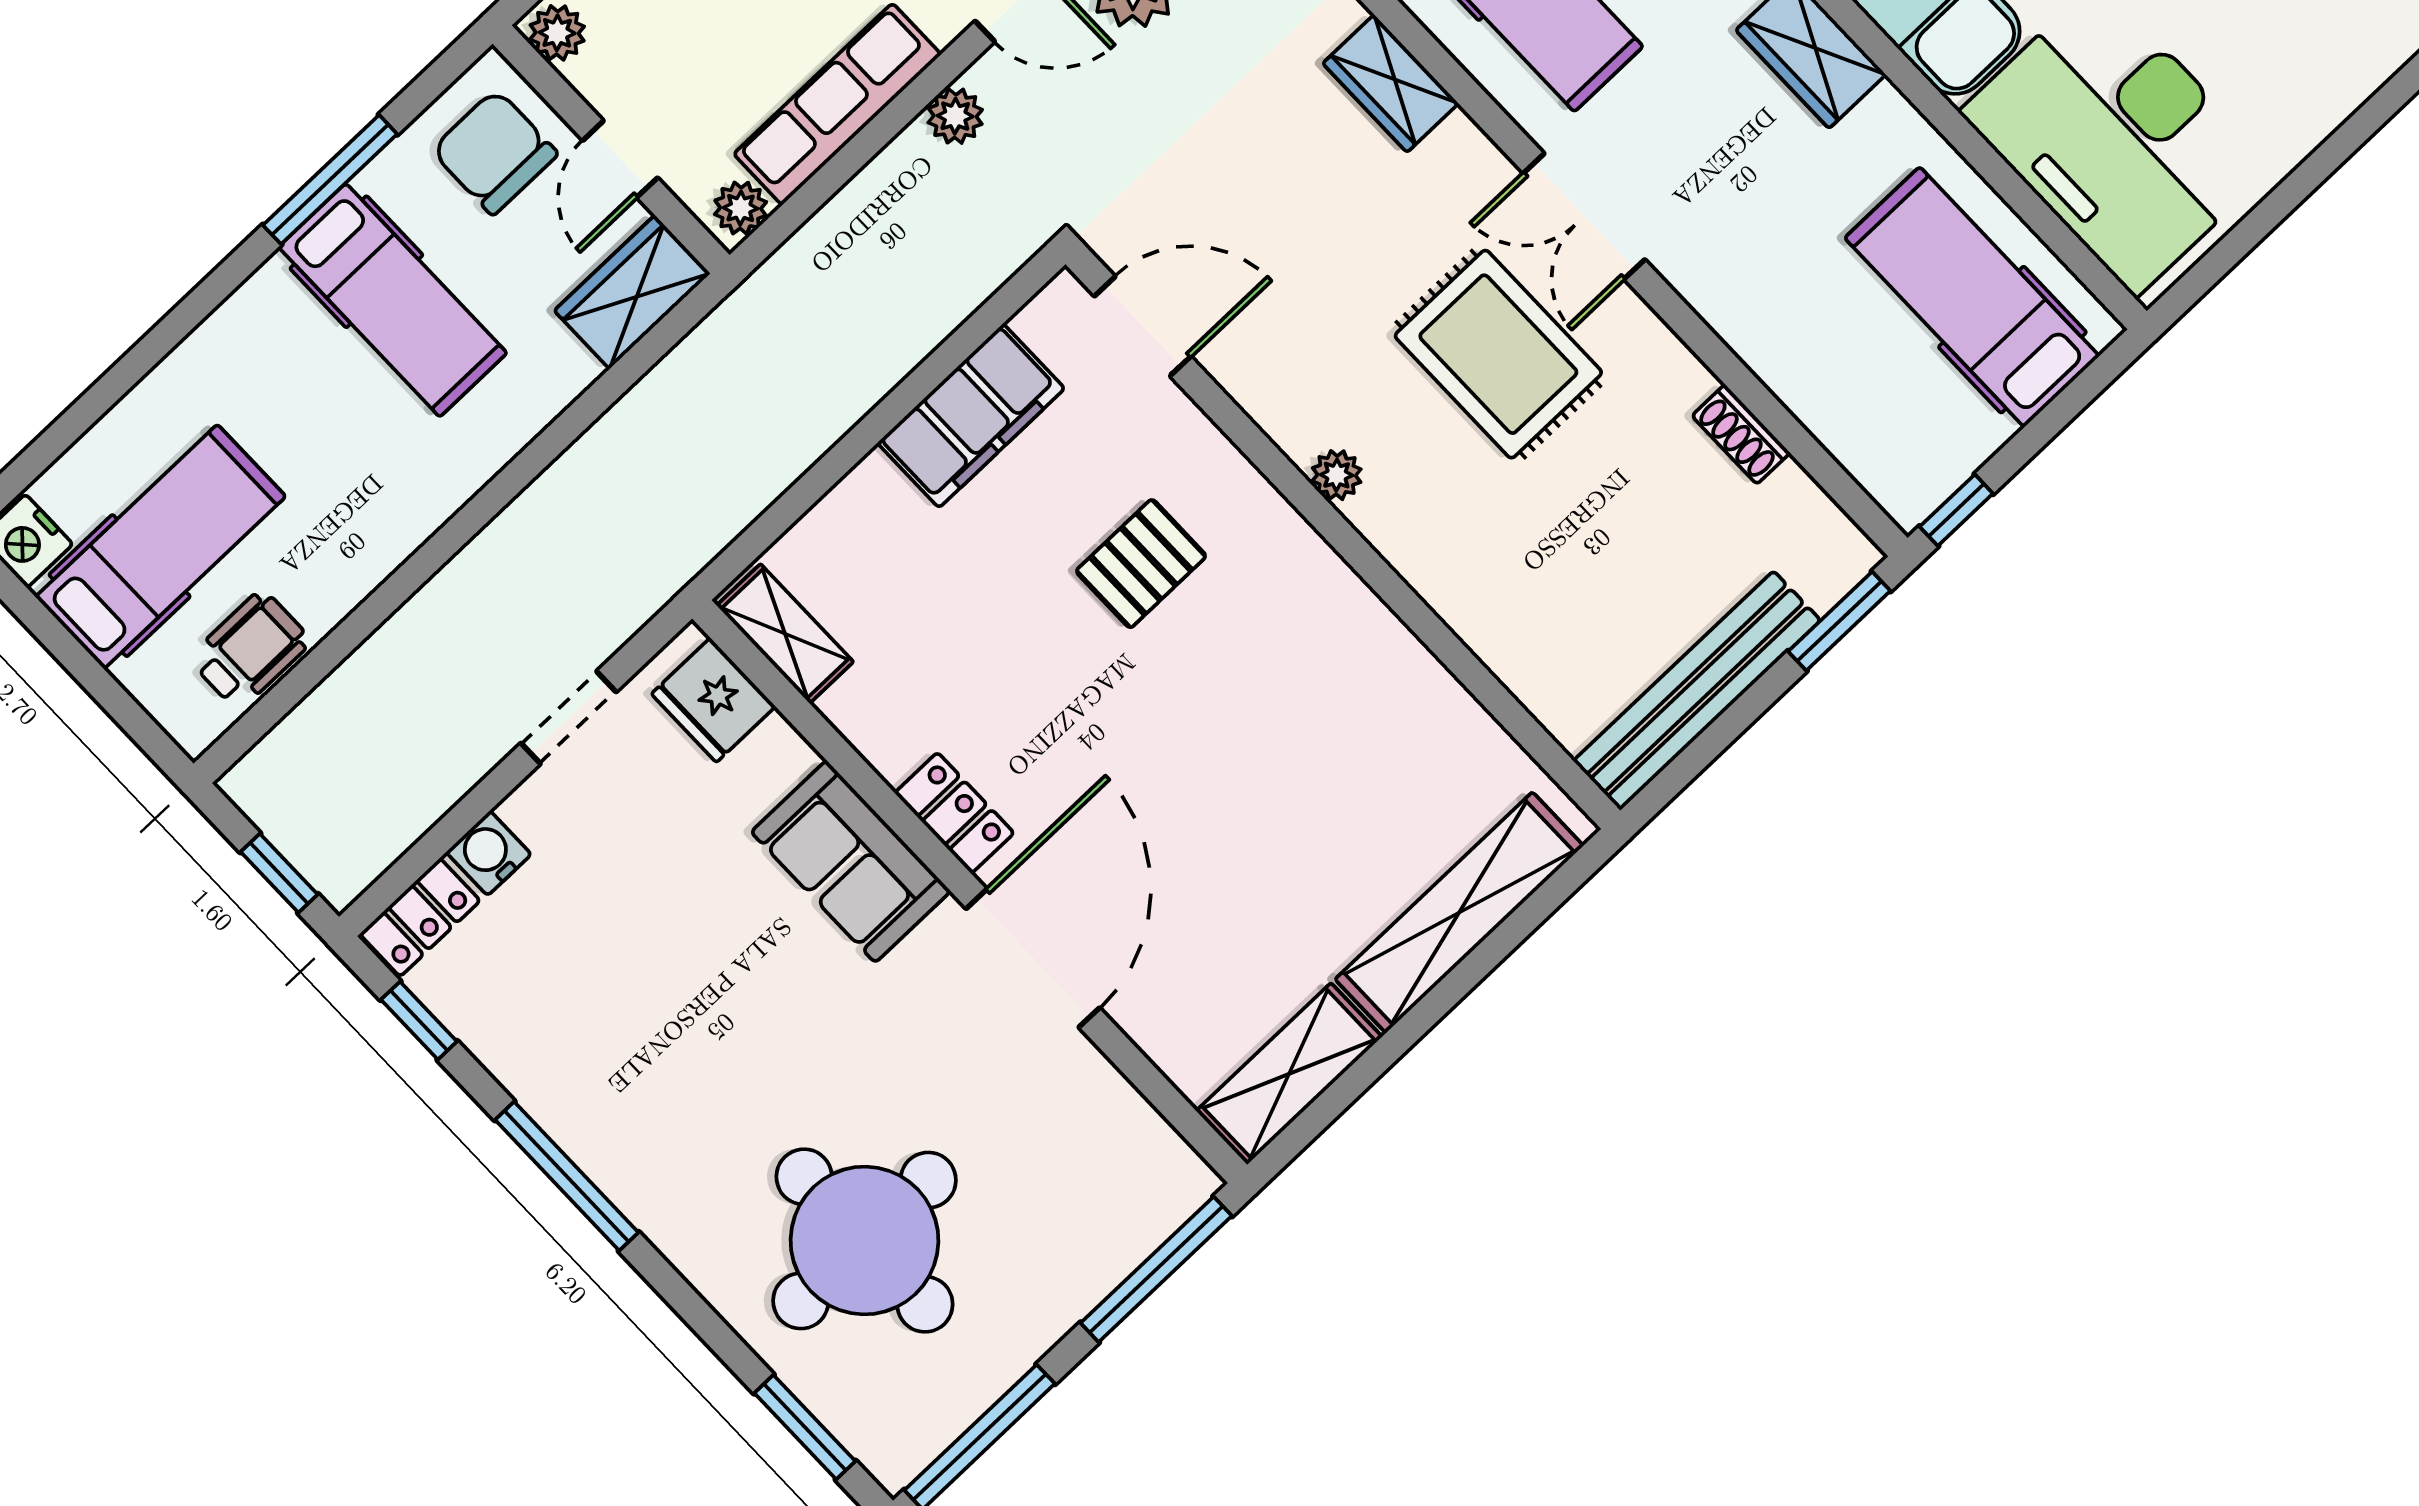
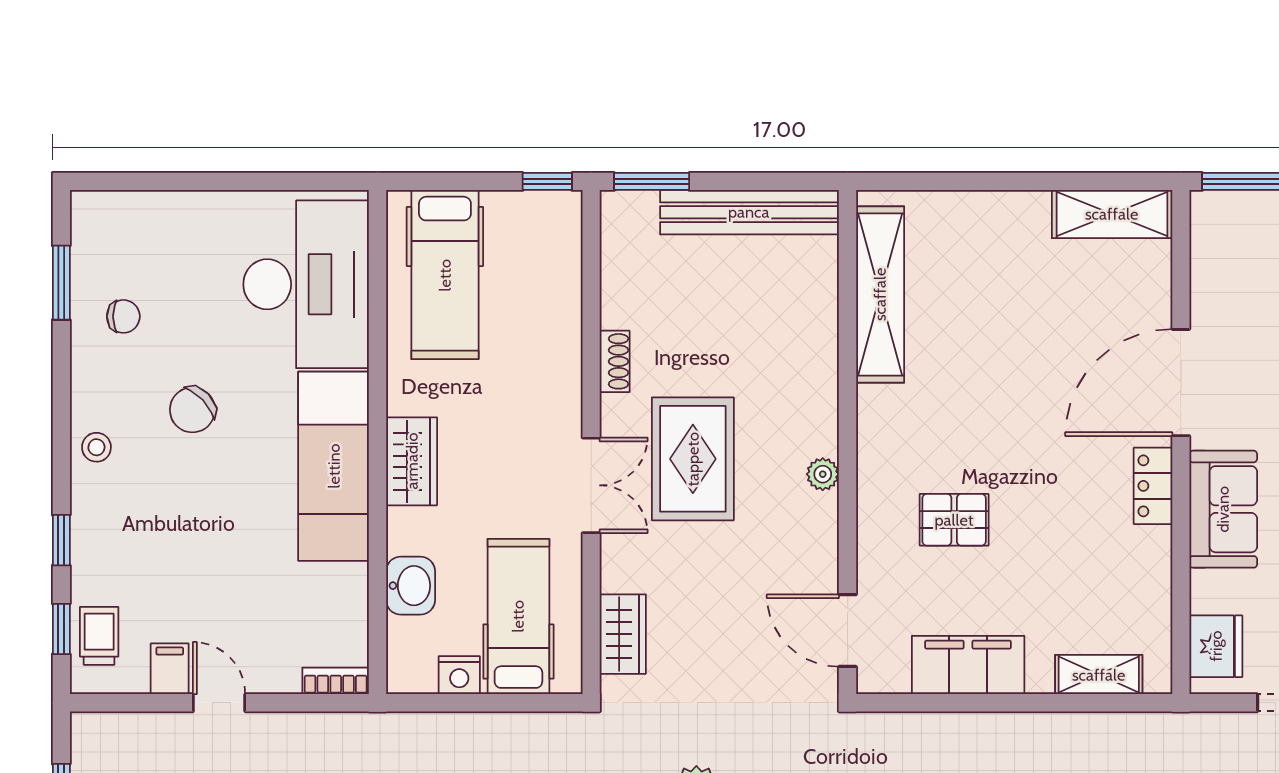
shoe rack: (1741, 434) -> (615, 361), moved
shelving: (785, 634) -> (1099, 675), moved, turned 90
shelving: (1459, 912) -> (880, 294), moved, turned 90

